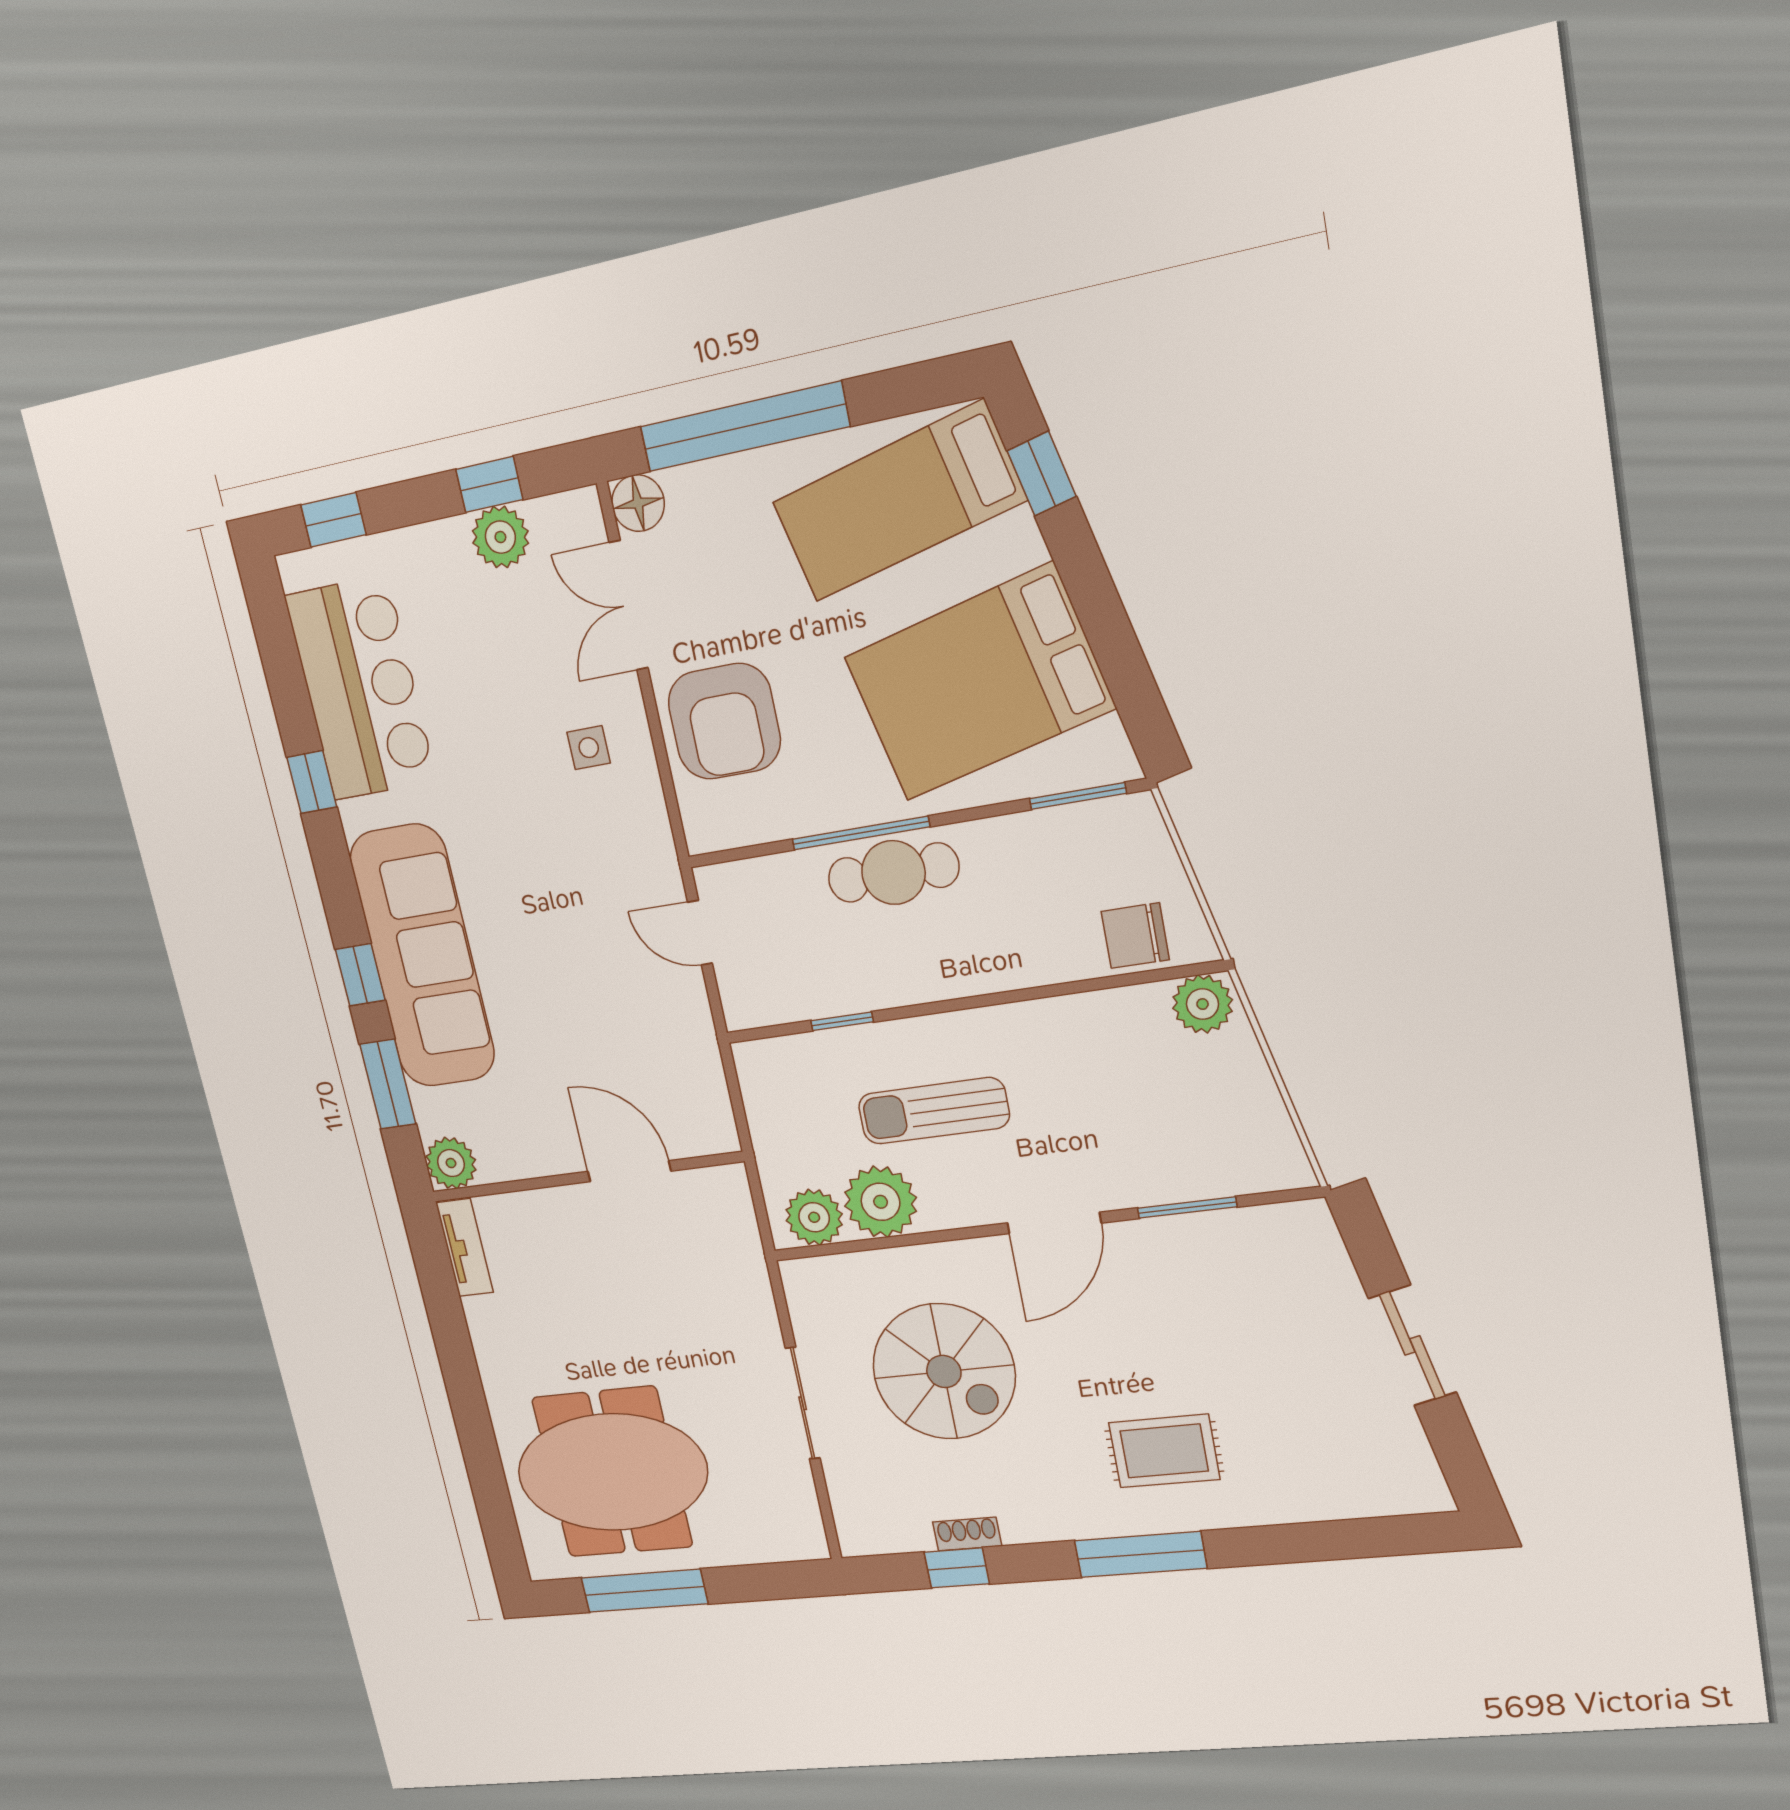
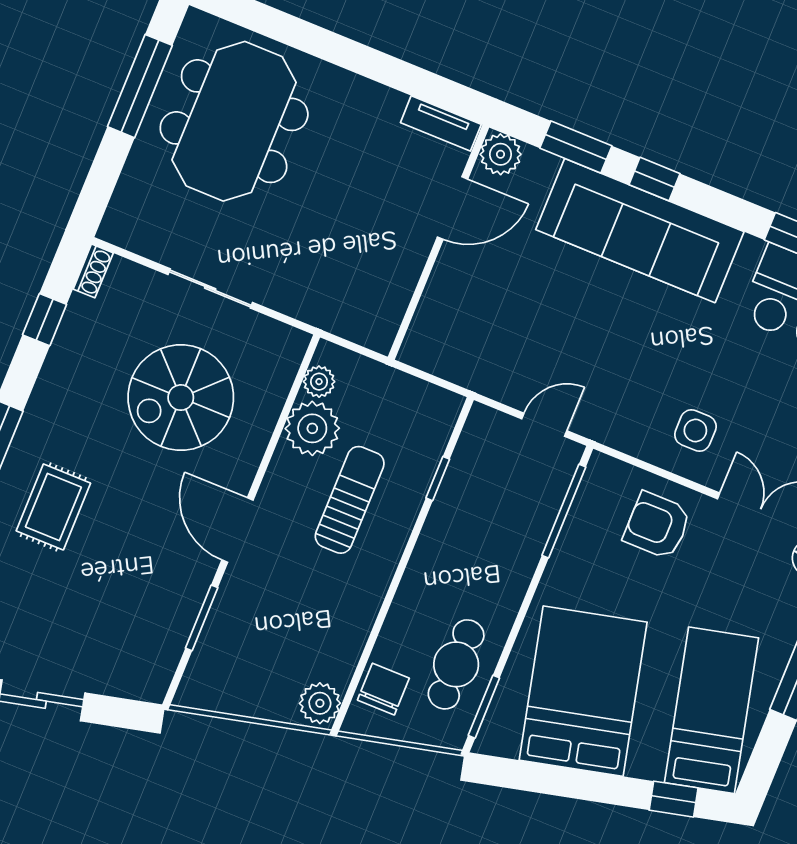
armchair: (724, 721) -> (657, 525), width x0.73, depth x0.73
side table: (589, 748) -> (695, 431), width x1.37, depth x1.37
window: (861, 833) -> (564, 511), moved
cafe table: (893, 873) -> (456, 664), moved
door: (629, 1171) -> (453, 208), moved
plant: (814, 1217) -> (319, 382), width x0.73, depth x0.73
shoe rack: (967, 1534) -> (93, 271), moved

